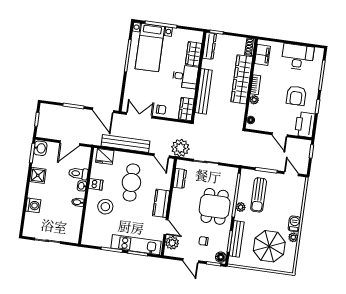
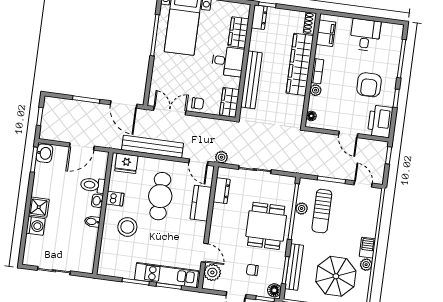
dresser: (210, 46) -> (259, 17), width x0.70
desk: (298, 57) -> (365, 35), width x0.73
plant: (180, 148) -> (222, 157), width x0.53, depth x0.53
shower: (38, 175) -> (39, 207), moved
kitchen counter: (161, 203) -> (201, 203), moved
plant: (241, 207) -> (302, 209), moved

